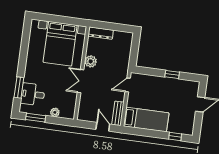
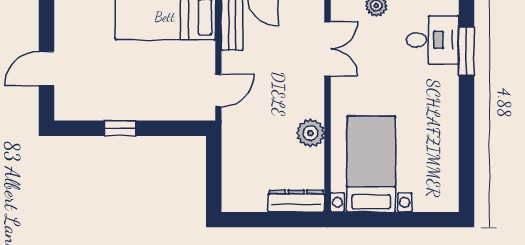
bed with nightstands: (60, 44) -> (371, 164), width x0.73
double door: (81, 81) -> (327, 49), moved

